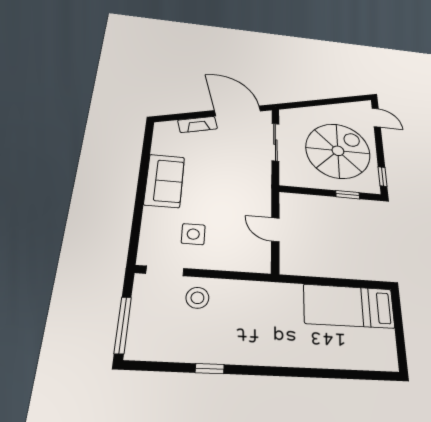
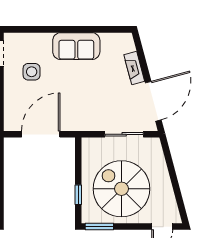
spiral stairs: (338, 151) -> (122, 189), turned 180
window: (383, 176) -> (99, 227), width x1.50
door: (275, 230) -> (41, 134), width x1.88

